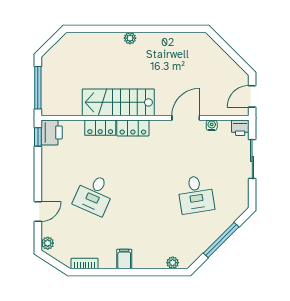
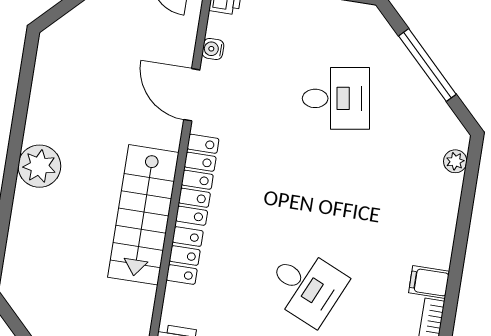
plant: (130, 38) -> (39, 166), width x1.88, depth x1.88
locker: (133, 128) -> (197, 180), width x1.53
filing cabinet: (124, 259) -> (429, 282), moved

